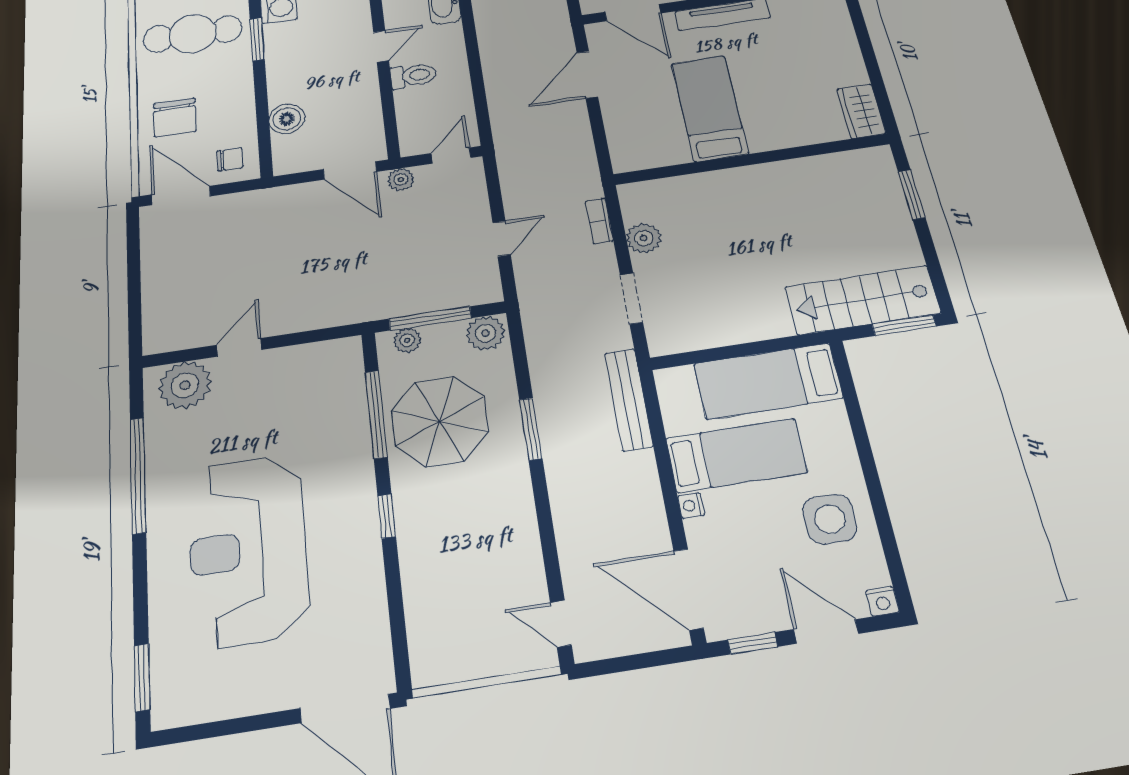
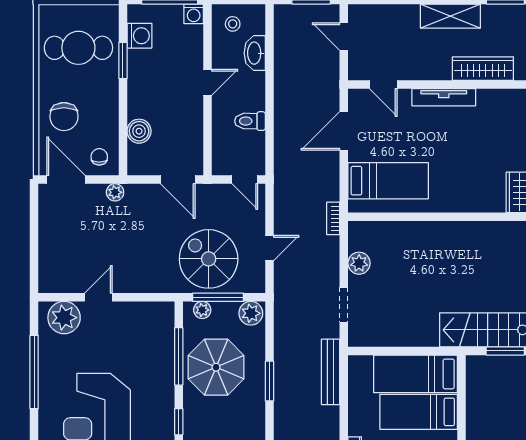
door: (633, 13) -> (383, 85), width x0.73
toilet: (413, 76) -> (250, 121), moved, turned 180
bed: (710, 108) -> (388, 181), moved, turned 90
door: (451, 156) -> (245, 180), swing flipped
chair: (230, 159) -> (99, 157), turned -90
plant: (401, 179) -> (115, 192), moved
bookcase: (599, 221) -> (333, 218), moved
spiral stairs: (409, 268) -> (209, 259), added
bed: (736, 455) -> (419, 412), moved, turned 180

